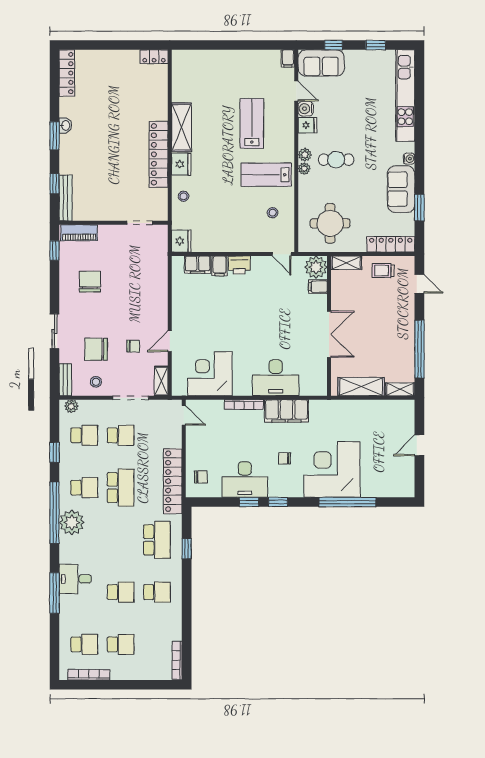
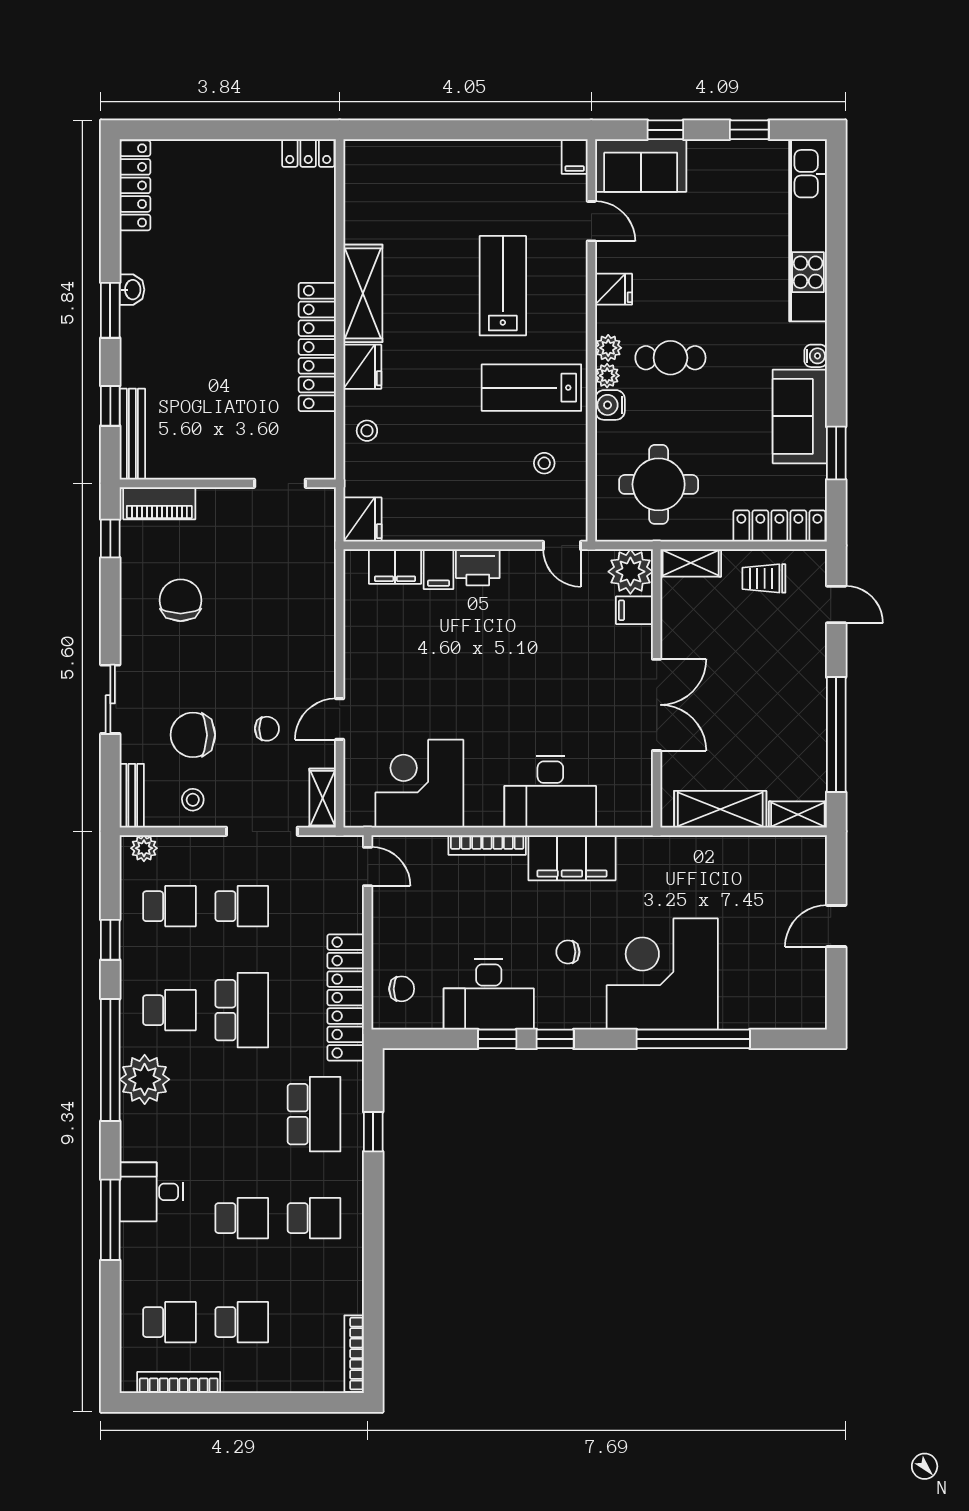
water cooler: (306, 109) -> (610, 405), moved

